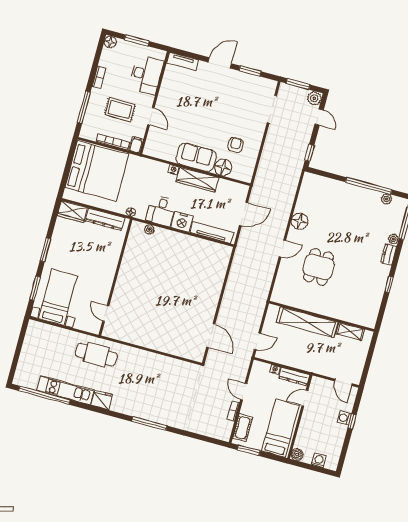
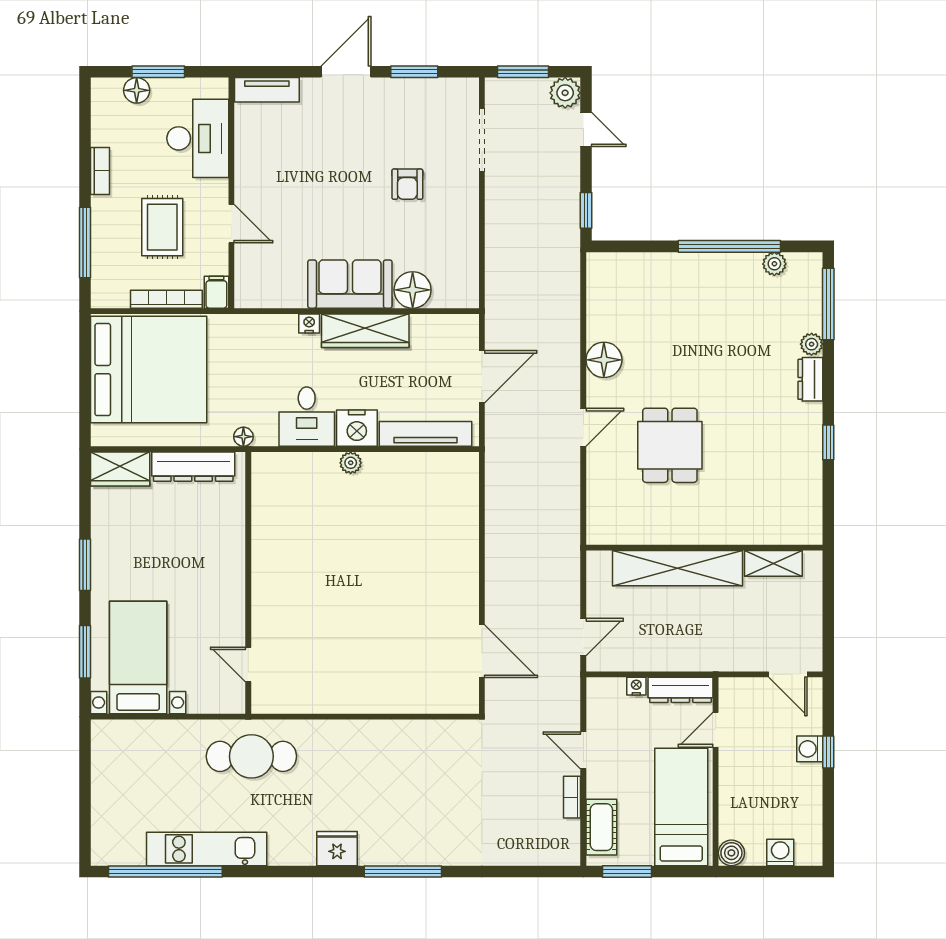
floor lamp: (110, 42) -> (137, 90), moved
rug: (120, 110) -> (162, 227), turned 90
armchair: (235, 145) -> (407, 184), moved, turned 180
plant: (149, 229) -> (351, 463), moved
fridge: (102, 400) -> (337, 849), moved

